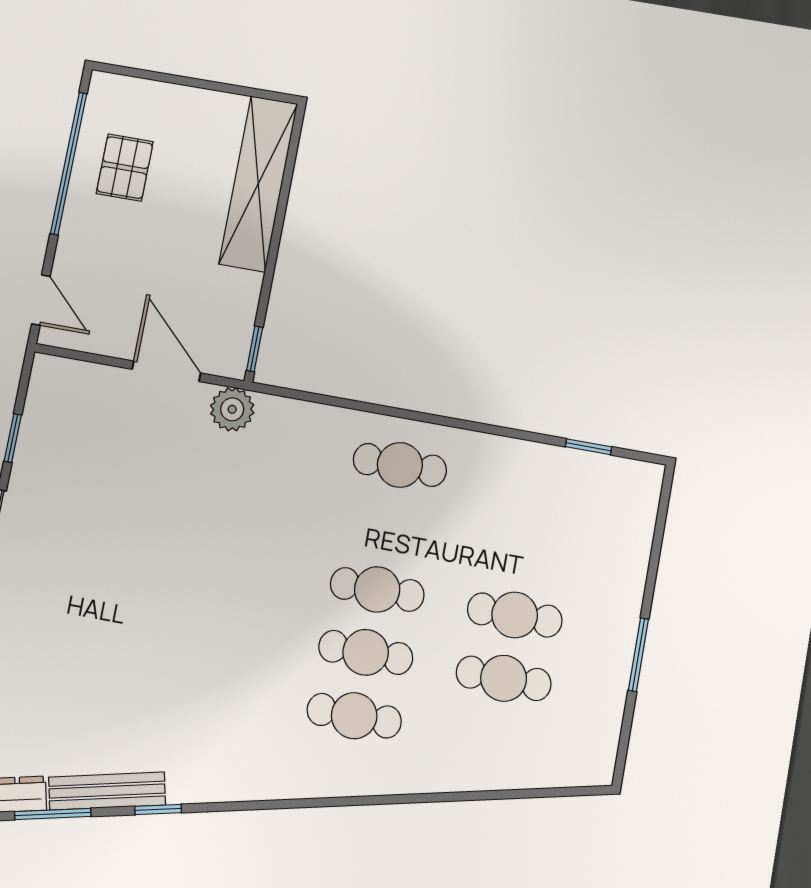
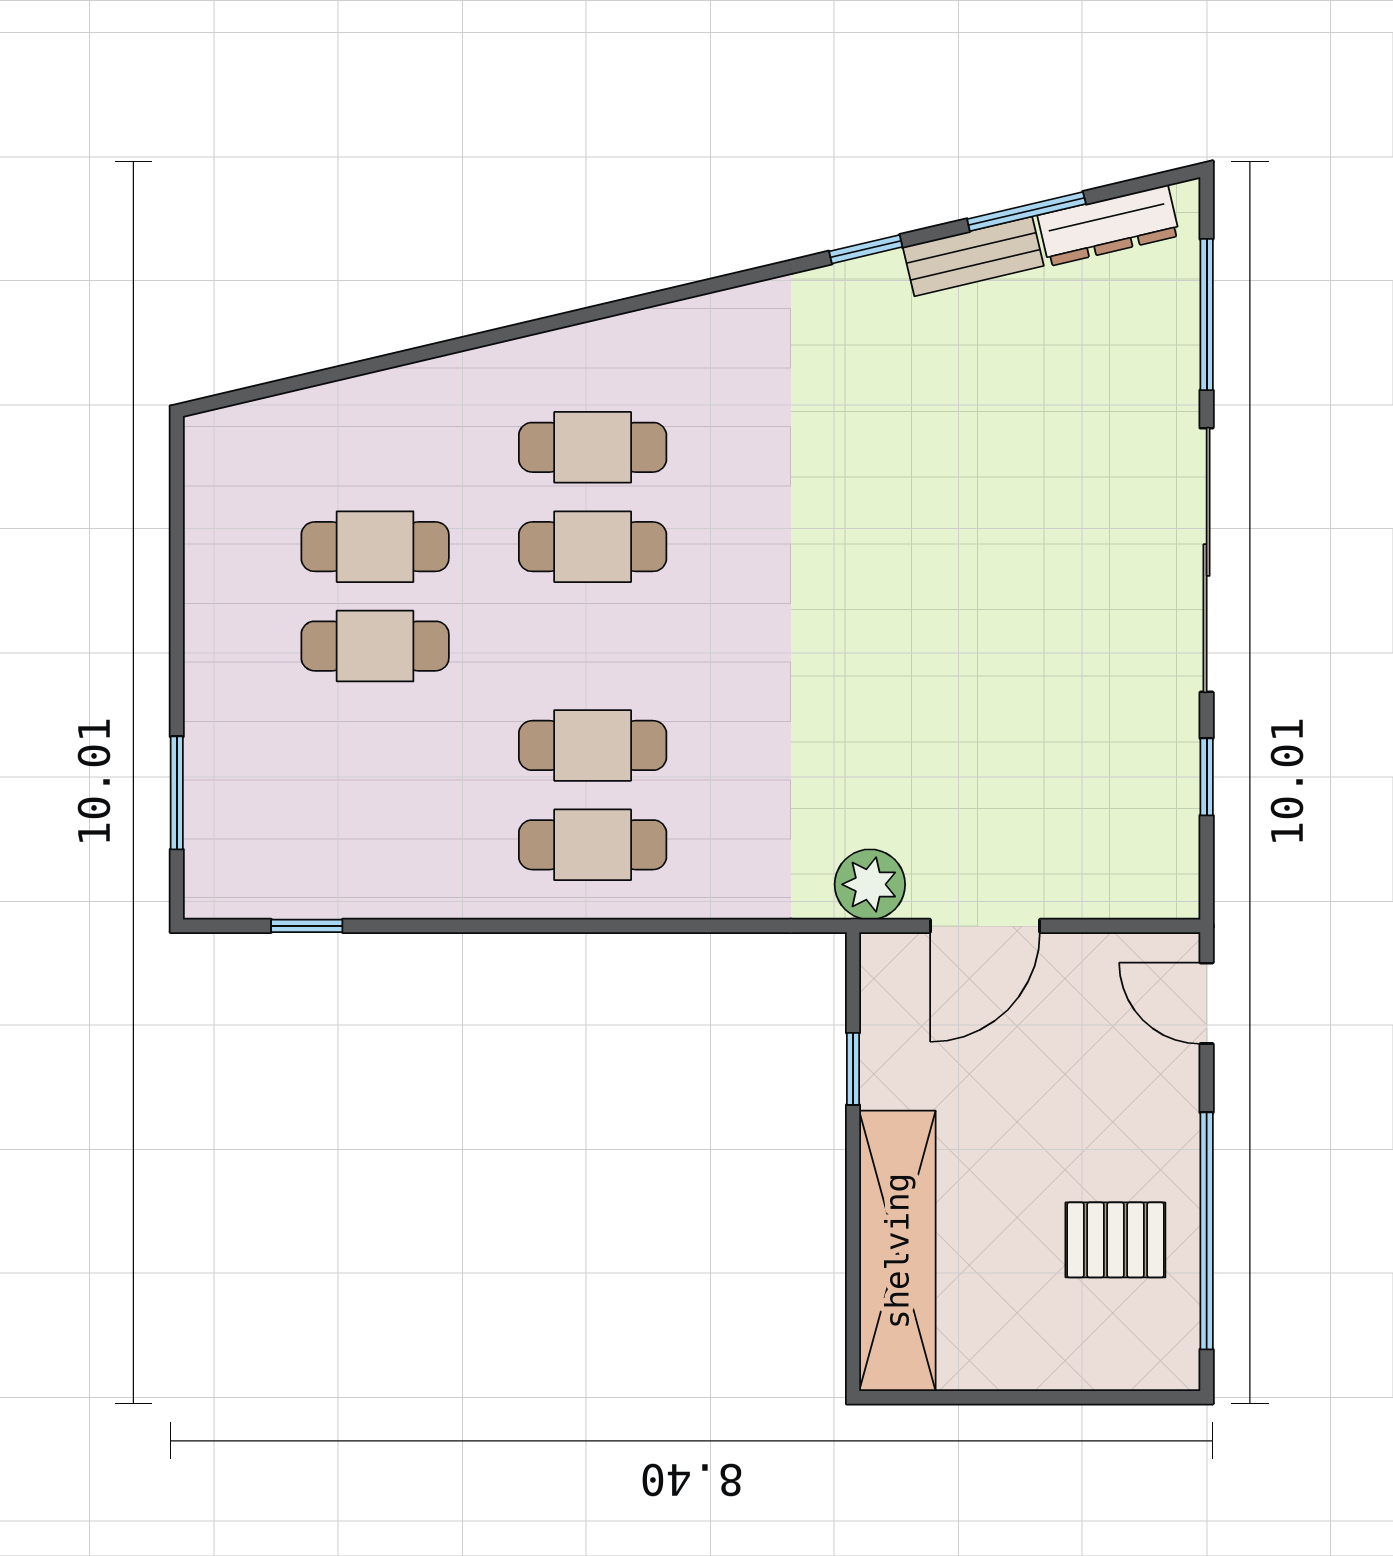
pallet: (125, 168) -> (1115, 1240), turned 90
window: (255, 349) -> (853, 1069), moved
door: (166, 371) -> (985, 926), hinge flipped
cafe table: (377, 589) -> (593, 745), moved
window: (638, 655) -> (177, 793), moved
bench: (107, 791) -> (973, 256), width x0.73

